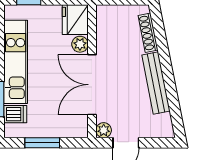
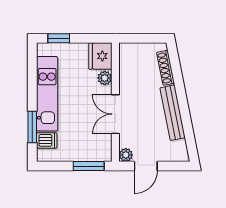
double door: (92, 85) -> (115, 114), width x0.73
window: (42, 143) -> (89, 166), moved

